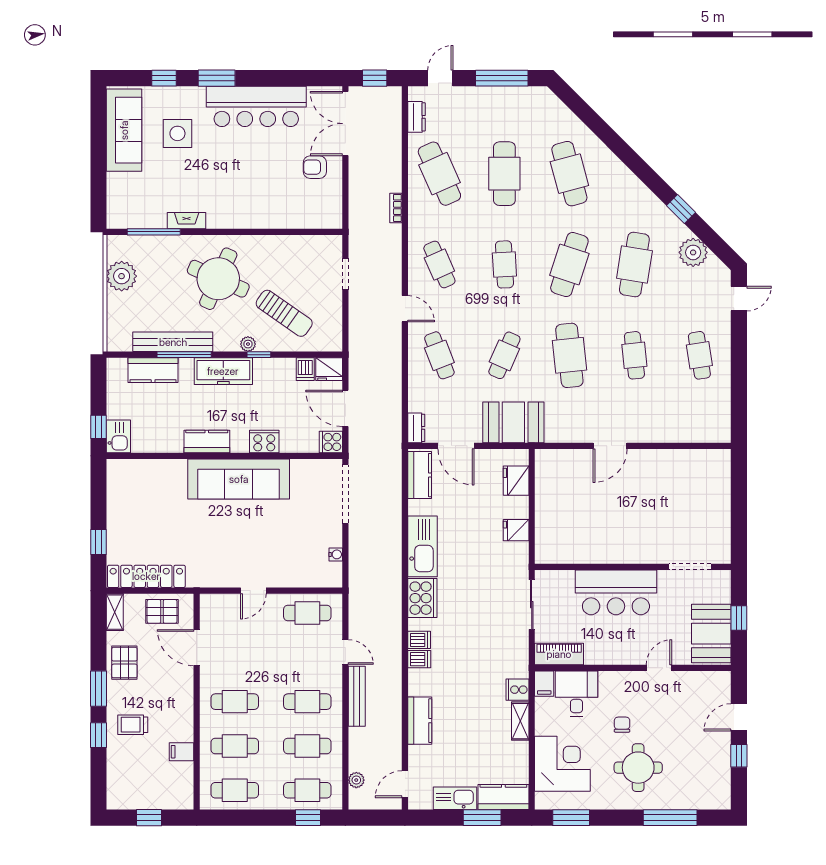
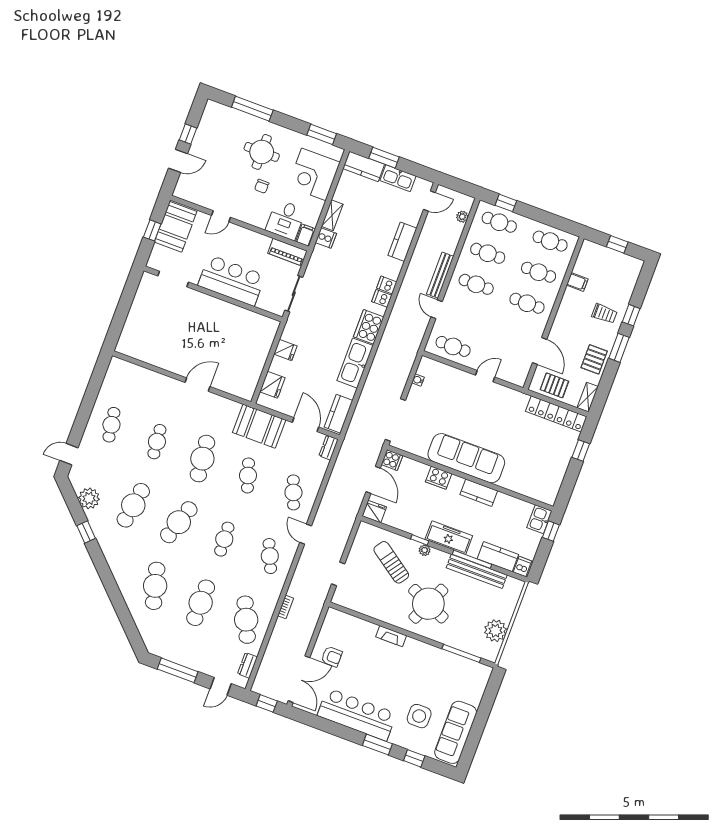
fireplace: (187, 221) -> (391, 636), moved
cafe table: (504, 355) -> (248, 475), turned -42
dishwasher: (305, 369) -> (522, 567), moved

